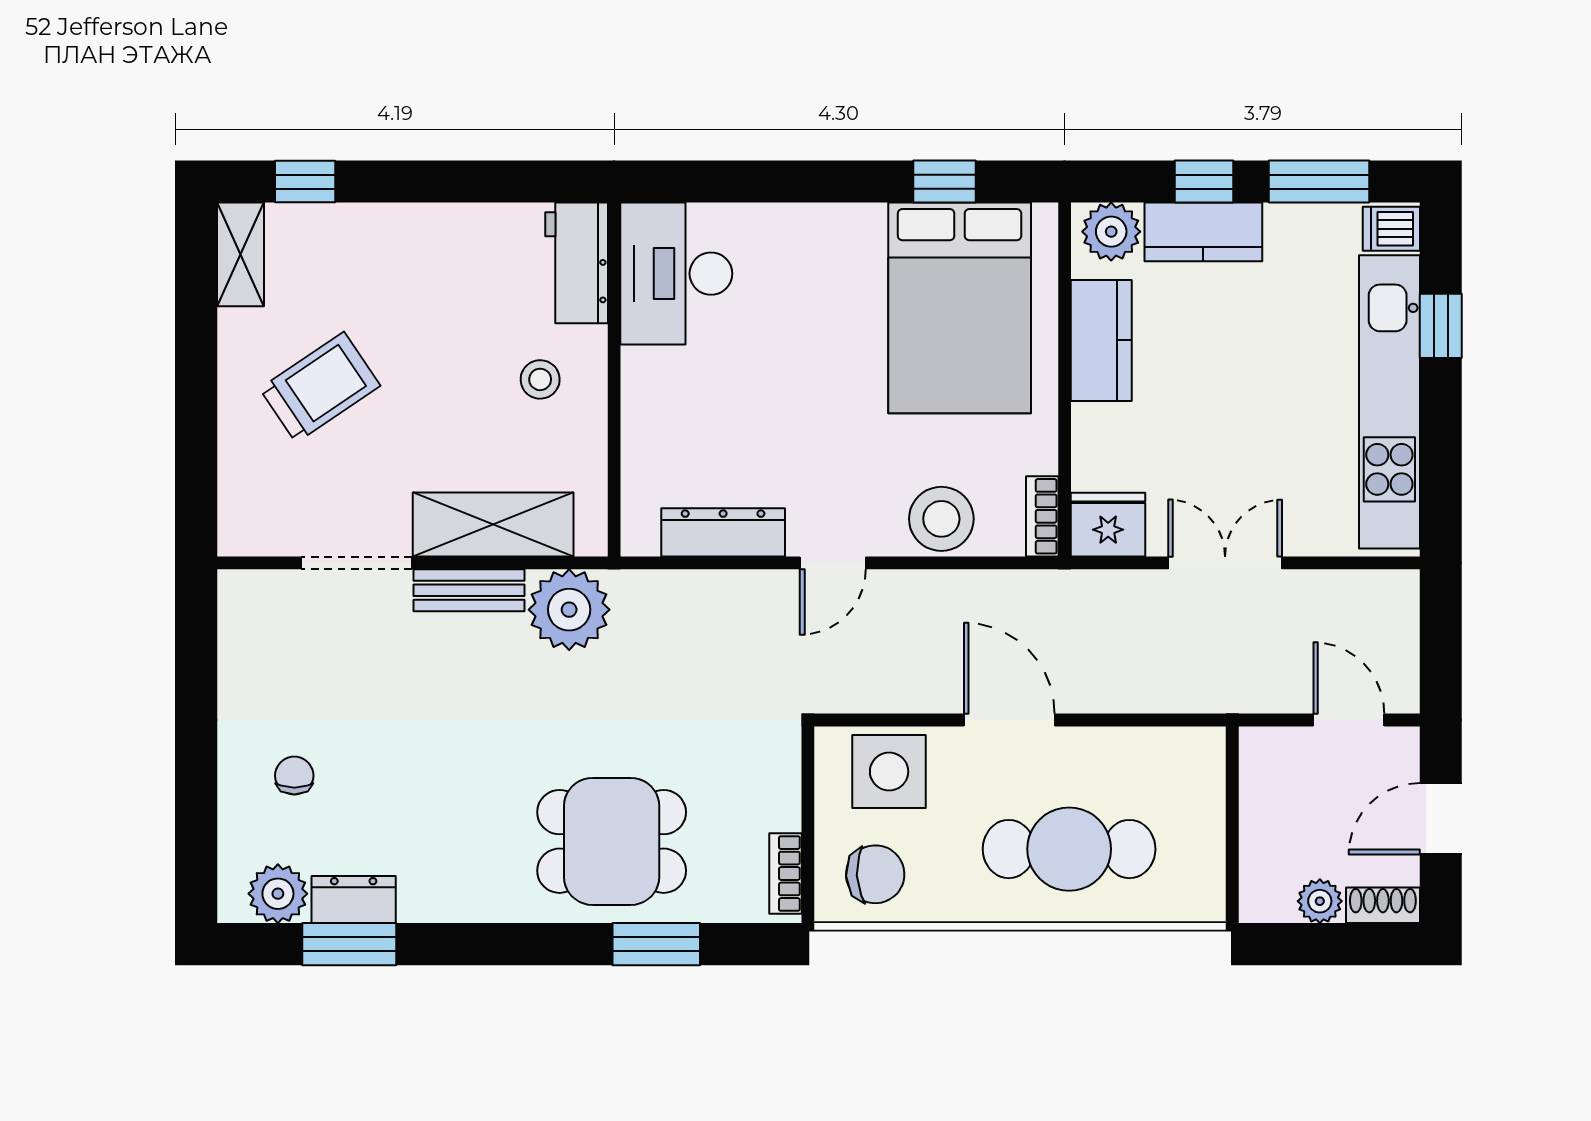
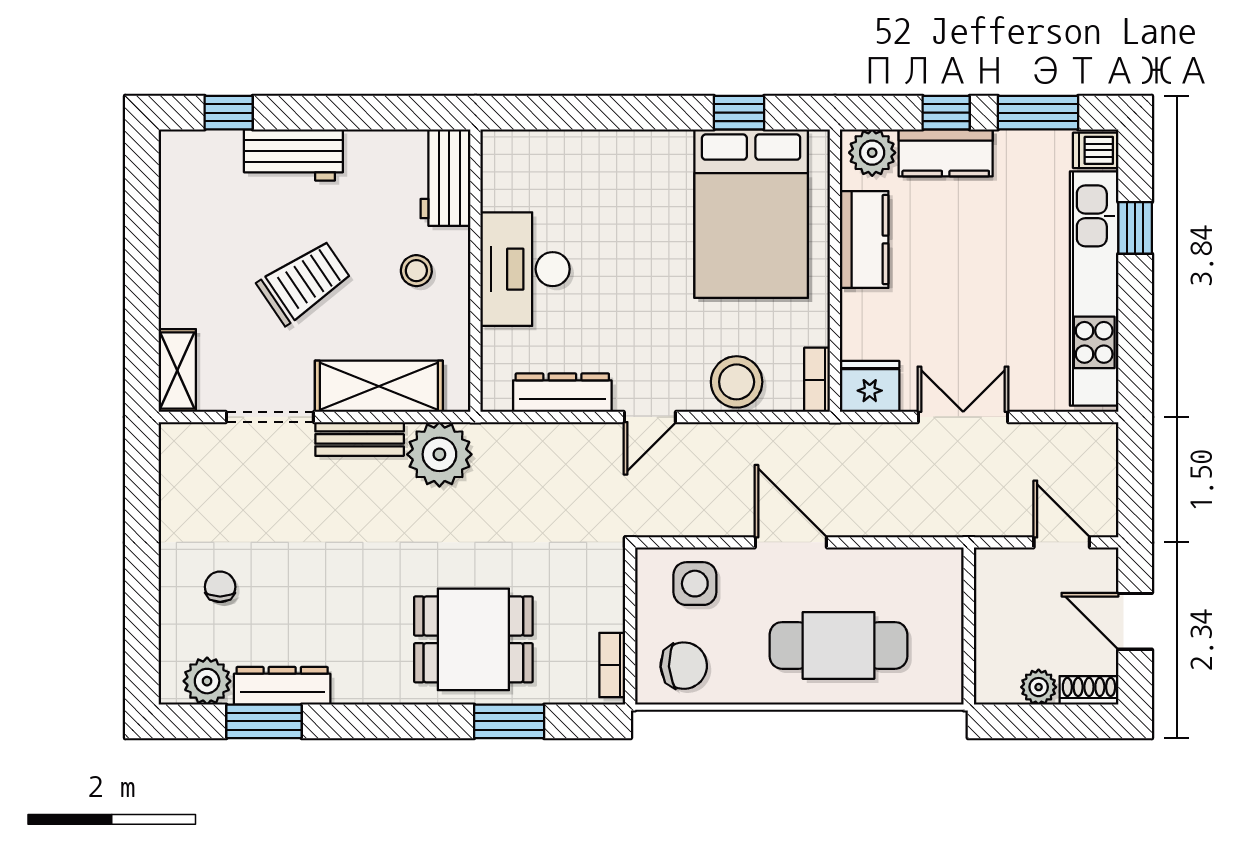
workbench: (386, 235) -> (293, 155), added
shelving: (241, 254) -> (177, 371), moved
desk: (676, 274) -> (525, 269), moved
trolley: (320, 387) -> (304, 282), moved
side table: (889, 772) -> (695, 584), width x0.73, depth x0.73
door: (1441, 819) -> (1135, 621), hinge flipped
dresser: (354, 900) -> (282, 686), width x1.44

